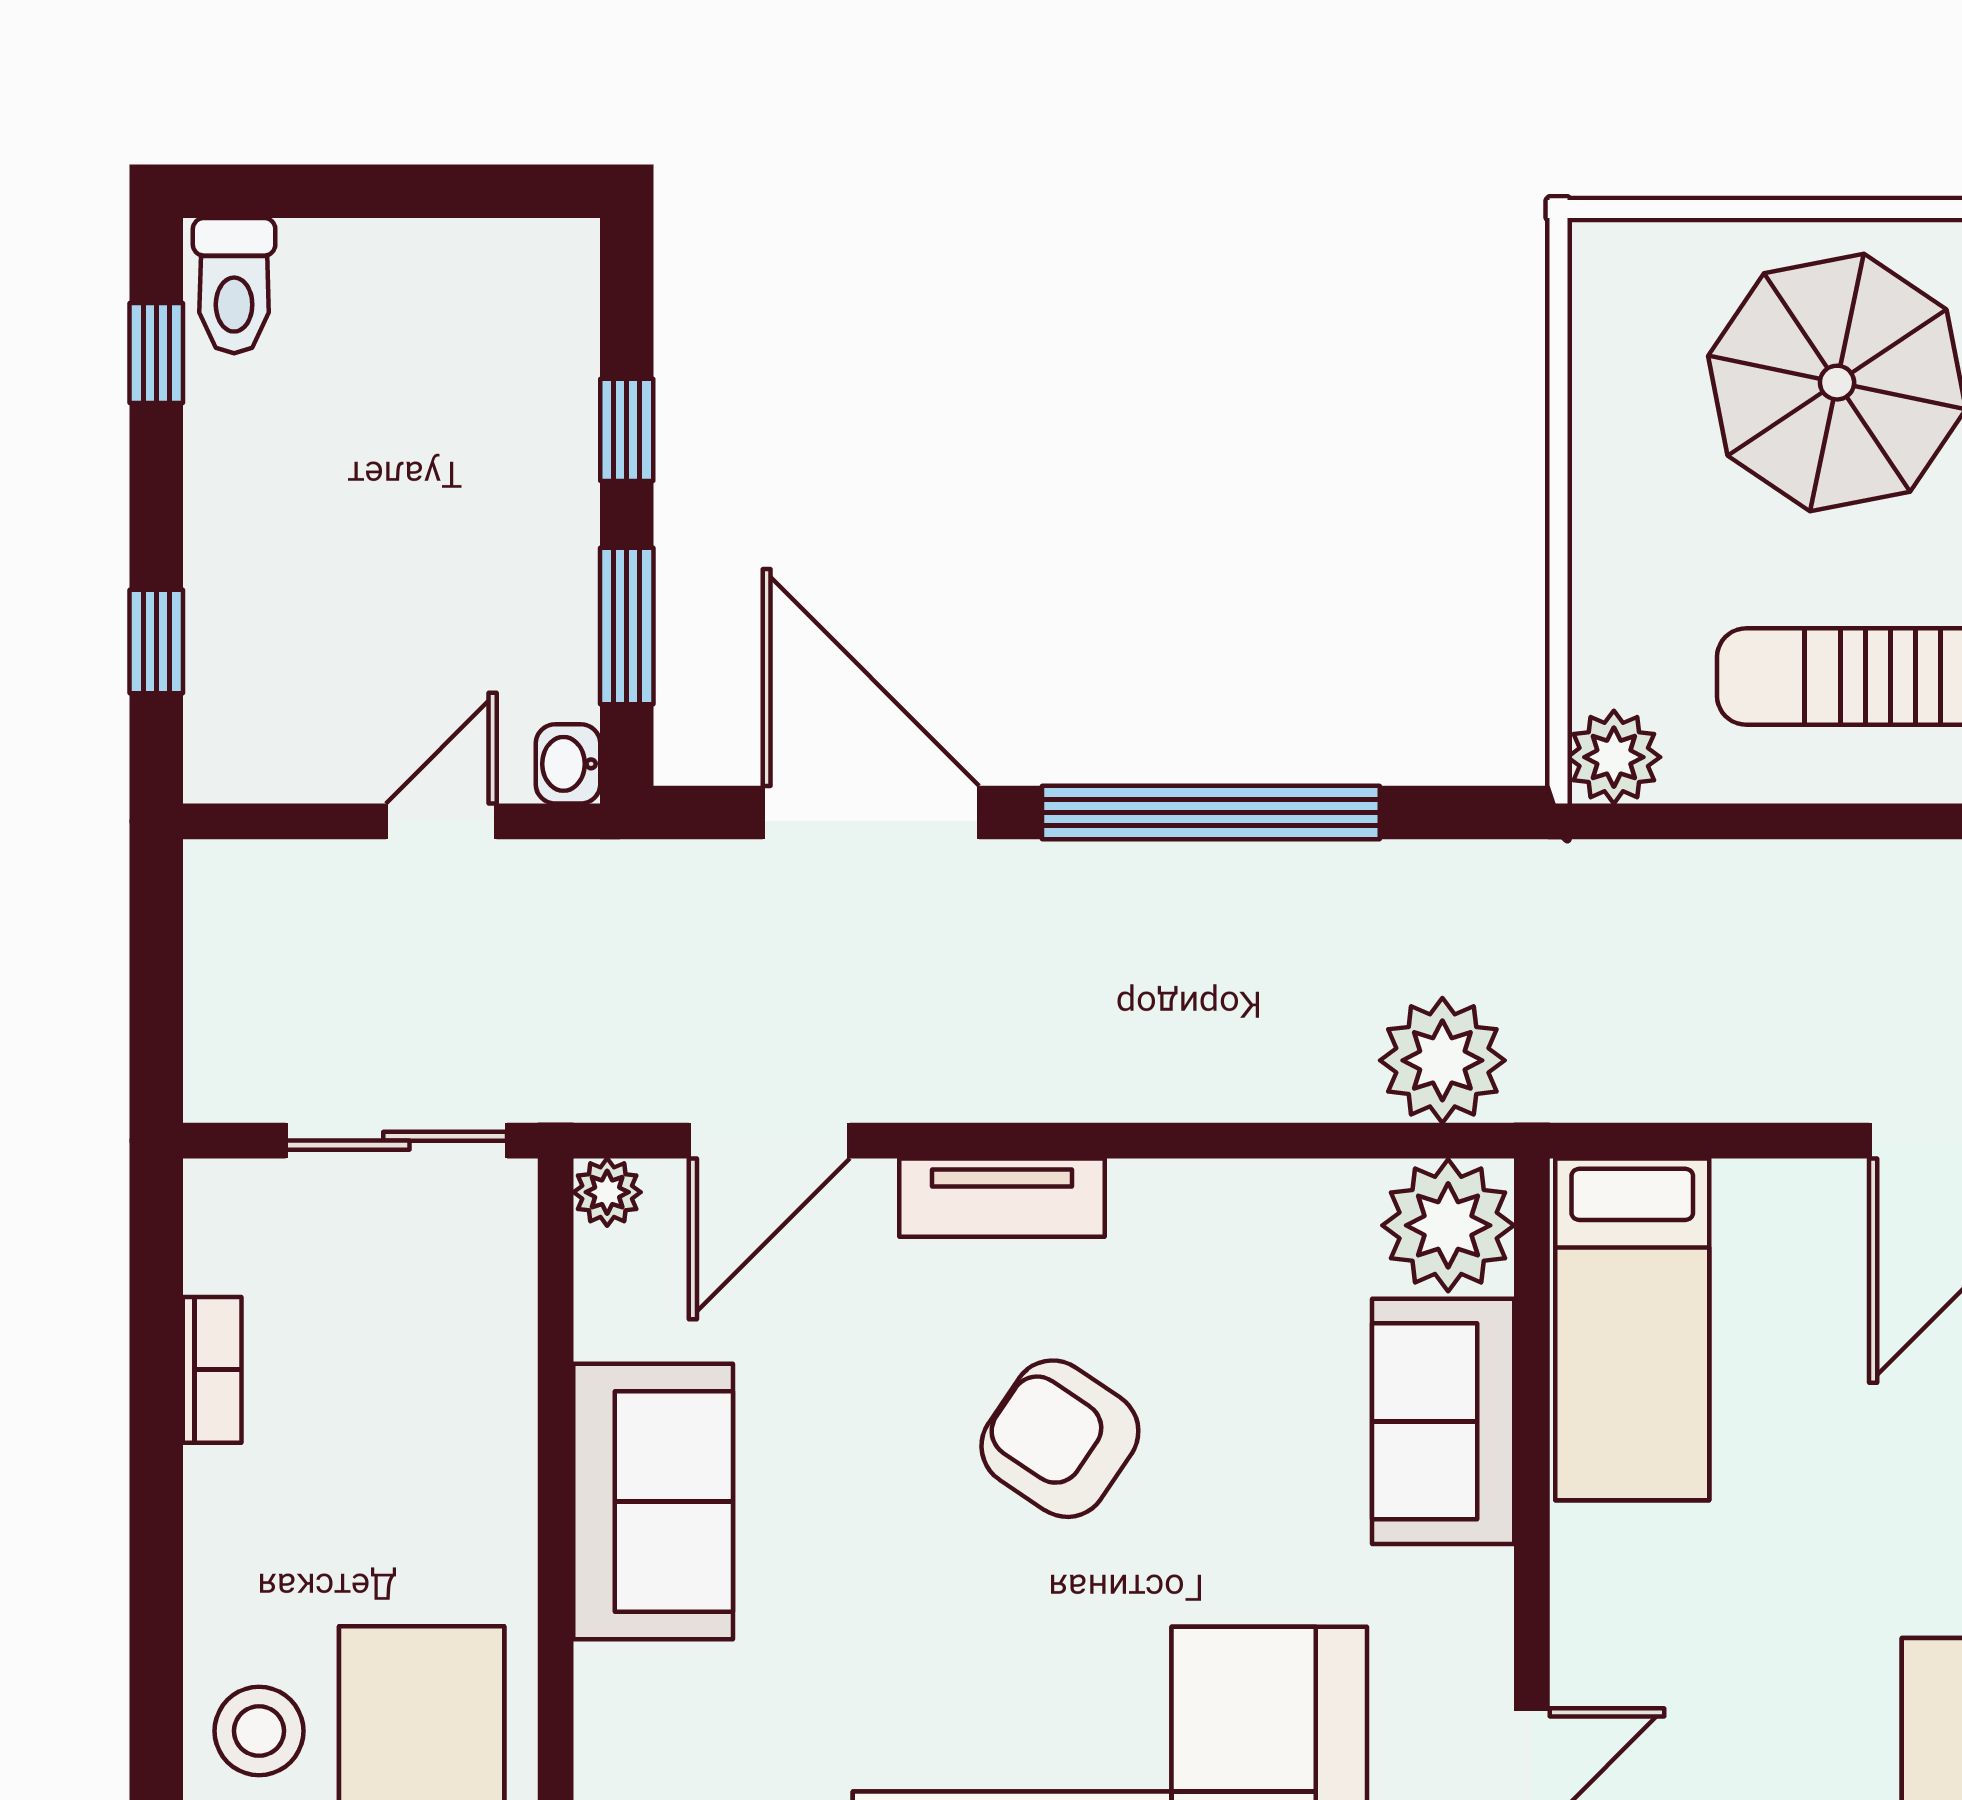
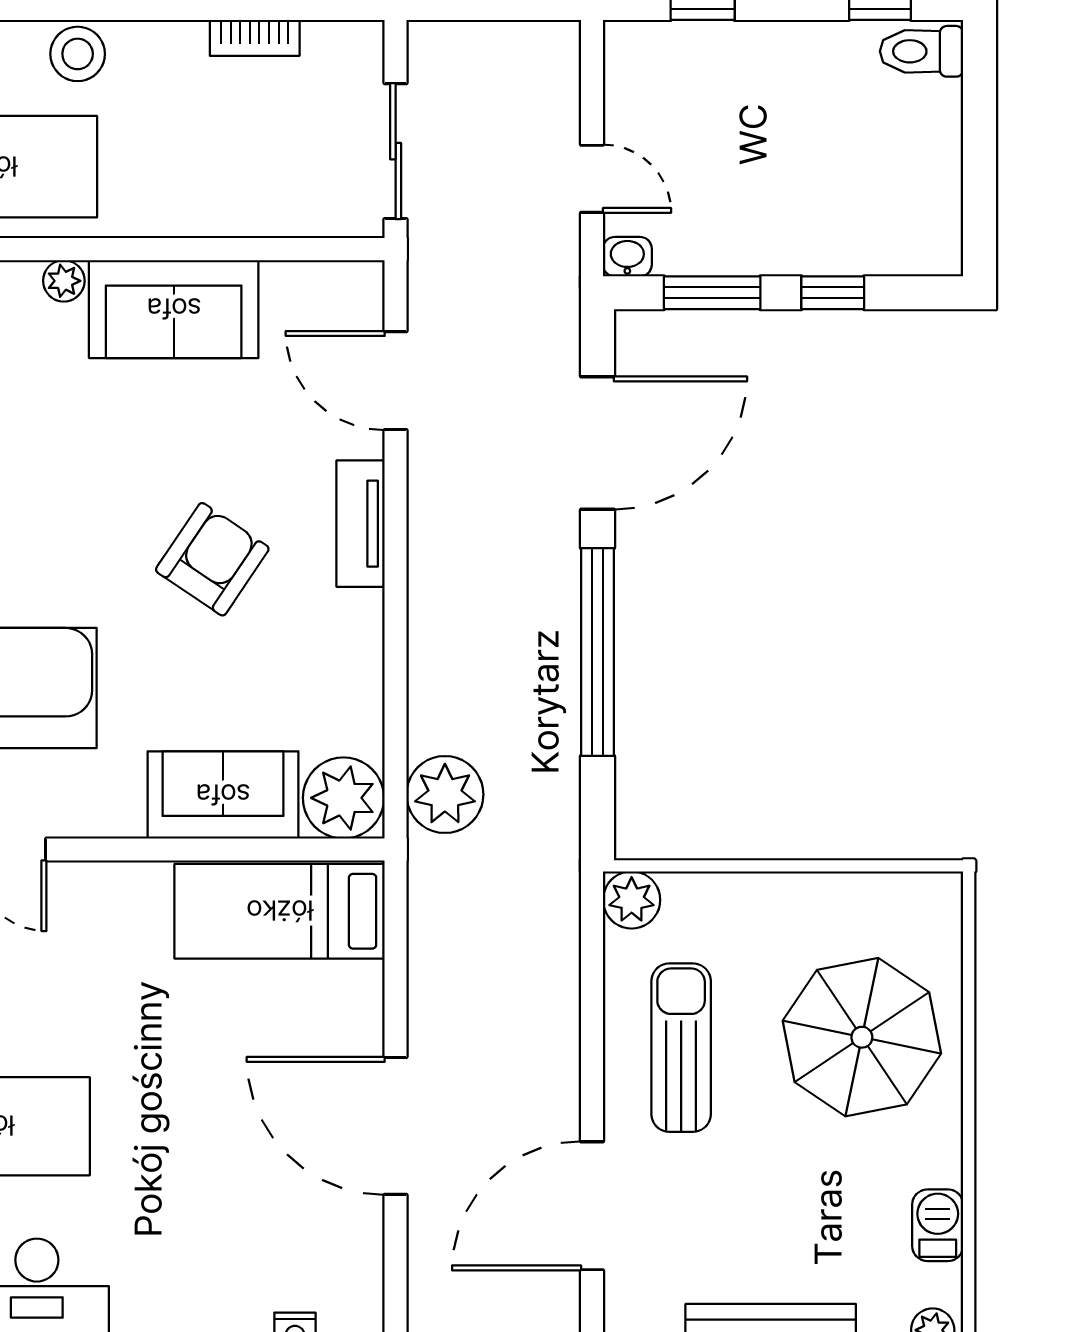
plant: (607, 1192) -> (64, 281), moved
stool: (259, 1731) -> (78, 54), moved

